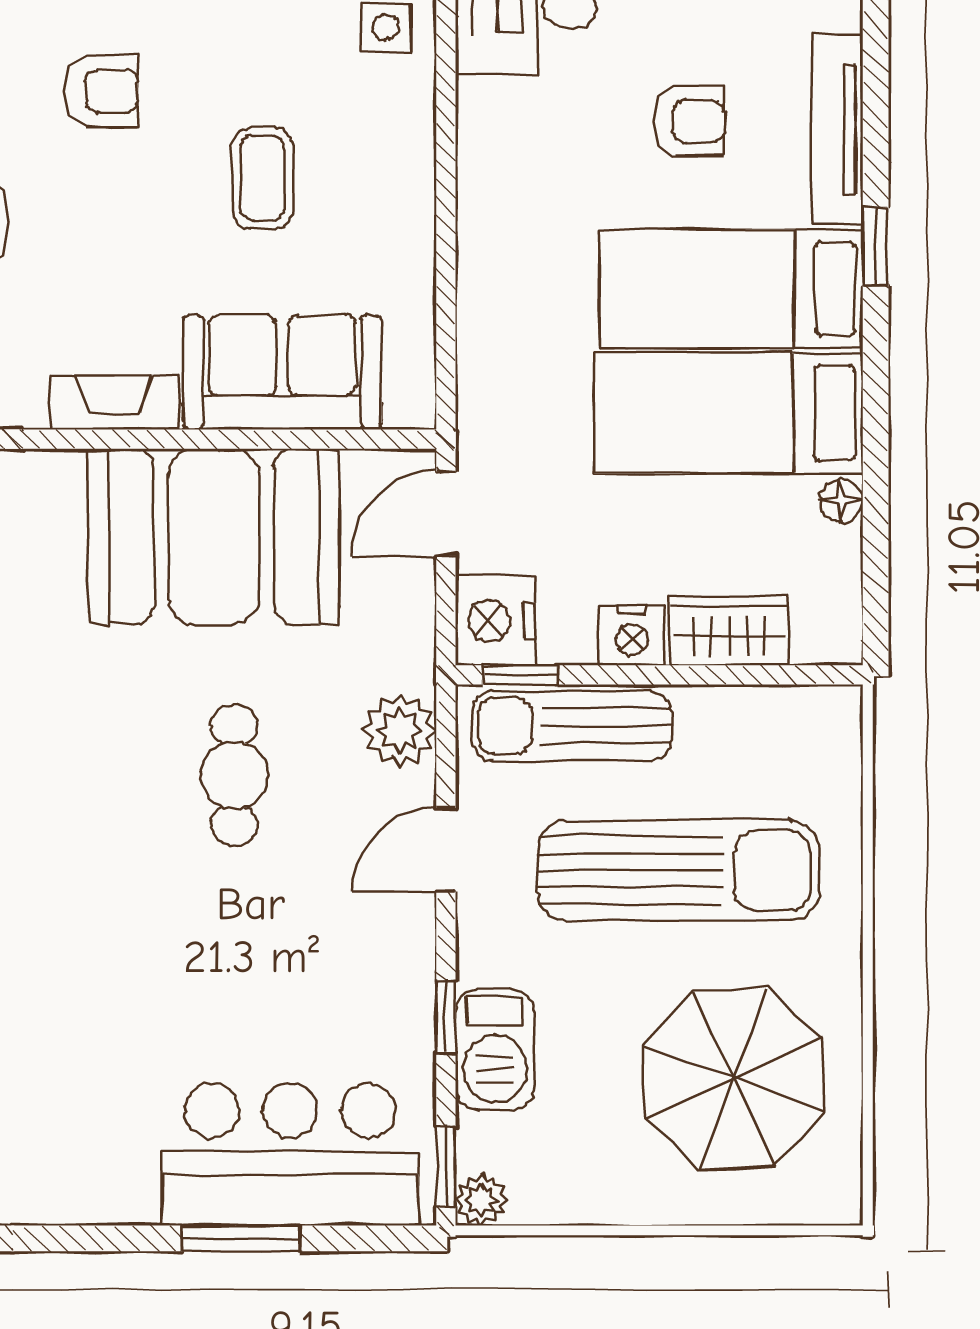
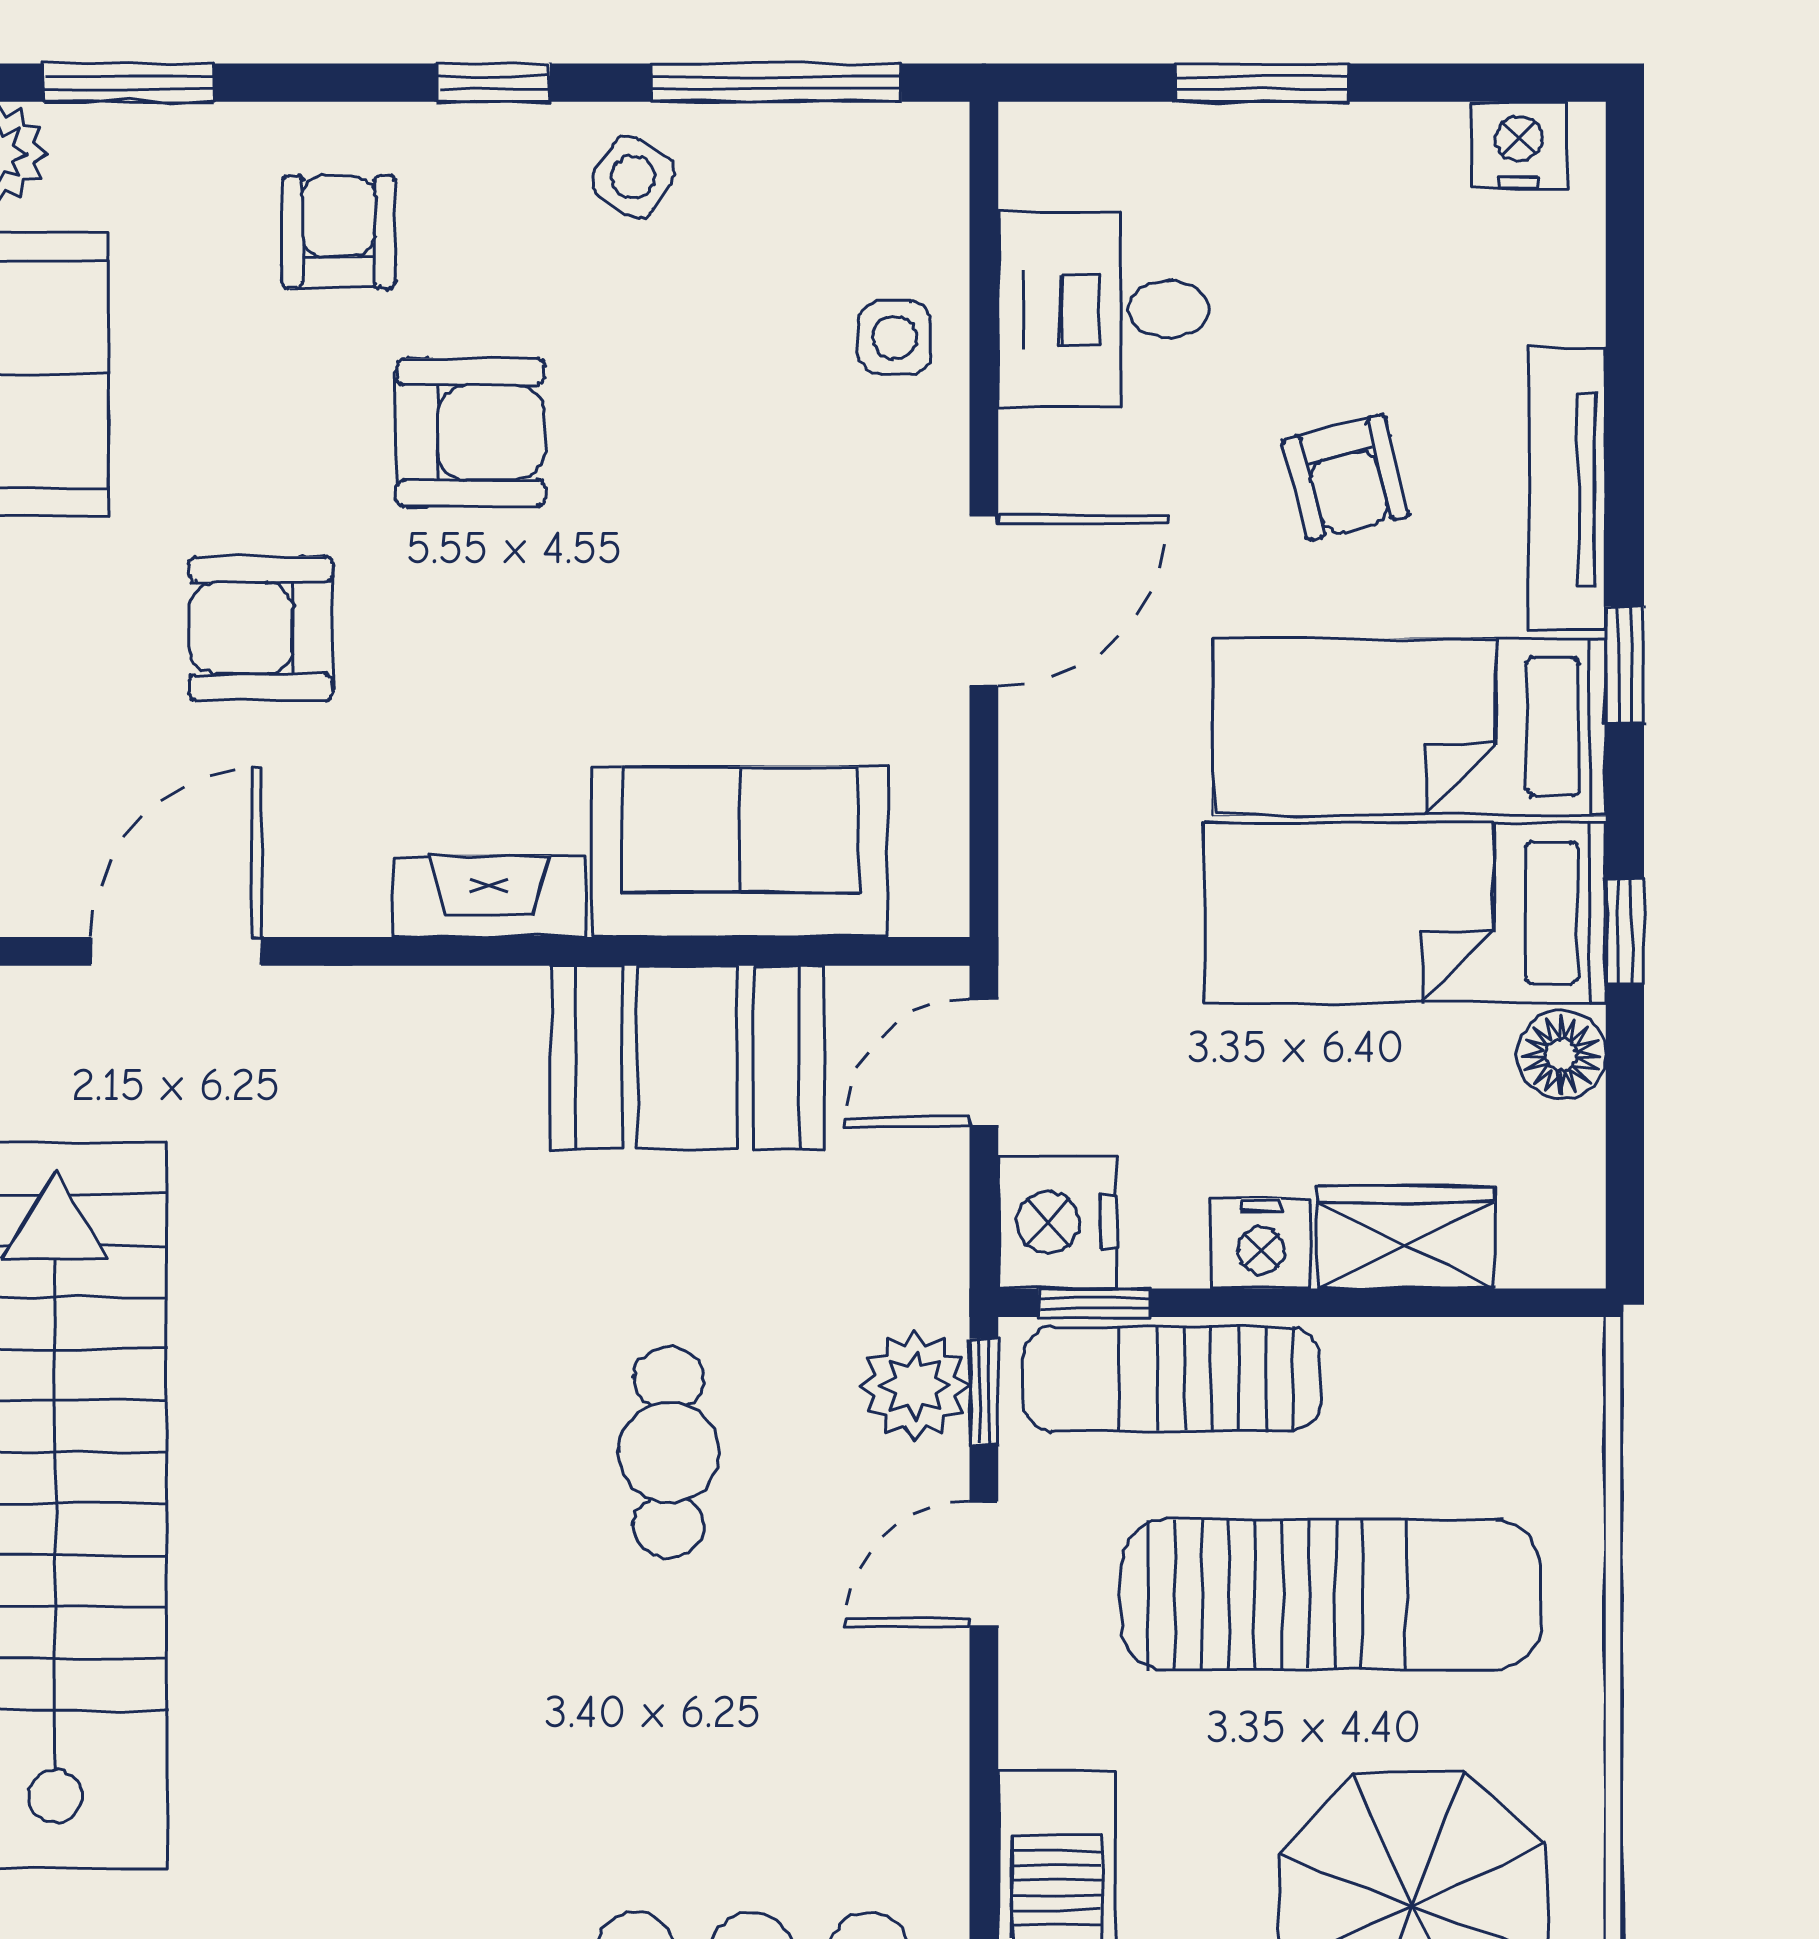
armchair: (101, 91) -> (470, 433), width x1.38, depth x1.38
armchair: (688, 121) -> (1346, 478), turned 76
coffee table: (262, 178) -> (710, 562), removed
door: (446, 204) -> (984, 601), added
window: (876, 426) -> (1625, 931), added
floor lamp: (841, 501) -> (1561, 1055), width x1.37, depth x1.37
booth: (214, 537) -> (687, 1058), width x0.73, depth x0.70
window: (446, 1017) -> (984, 1392), moved

